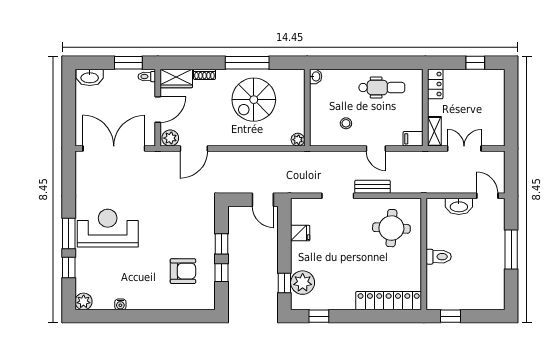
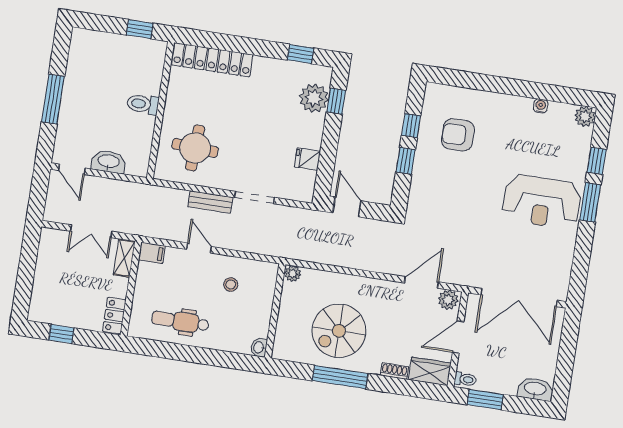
spiral stairs: (254, 100) -> (339, 331), turned 180

